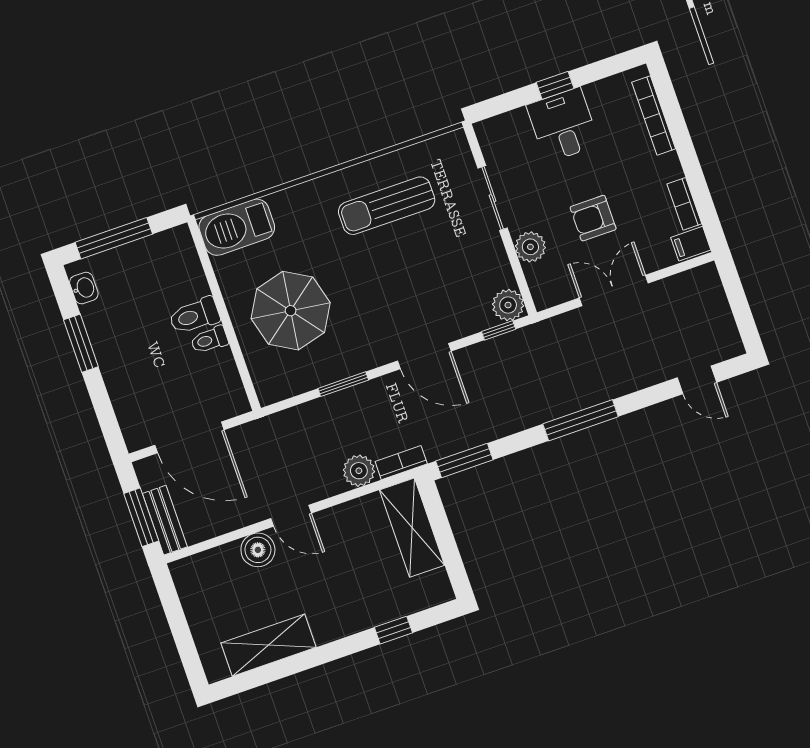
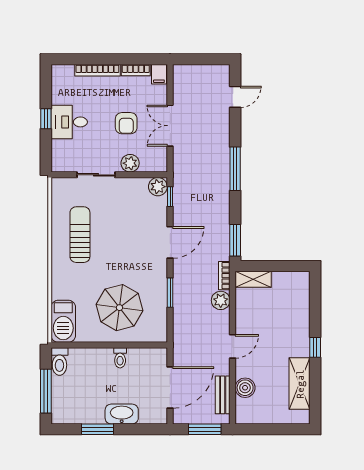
bookcase: (654, 116) -> (97, 70), moved
sun lounger: (387, 206) -> (80, 235), turned 180
washbasin: (84, 288) -> (122, 414), moved, width x1.91, depth x1.45
toilet: (194, 316) -> (59, 362), moved
bench: (165, 520) -> (223, 395), moved, turned 90
shelving: (412, 528) -> (253, 279), width x0.67, depth x0.75
boiler: (258, 550) -> (245, 388), moved
window: (393, 630) -> (315, 347), moved

